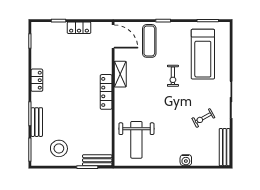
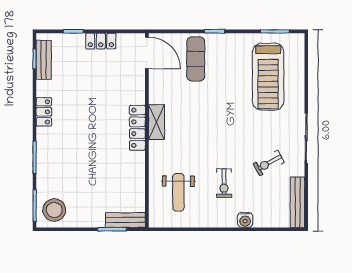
shelving: (120, 74) -> (156, 122), moved
exercise bike: (173, 76) -> (224, 183), moved
bench: (37, 122) -> (44, 60), moved
weight bench: (136, 140) -> (178, 192), width x0.73, depth x0.75
stool: (59, 148) -> (54, 210), moved

